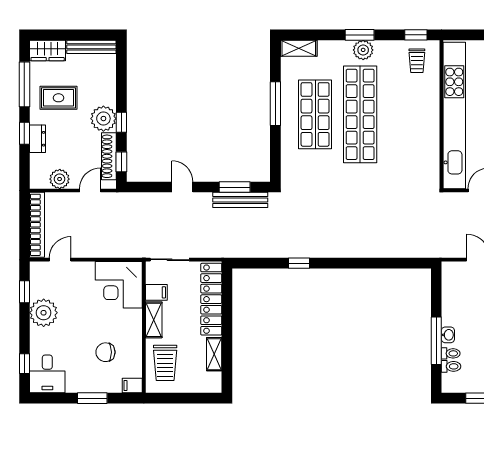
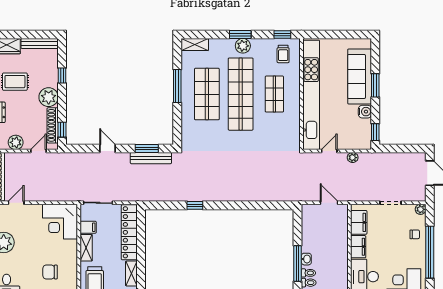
shop shelf: (405, 114) -> (274, 94), added
window: (121, 122) -> (62, 75), moved

